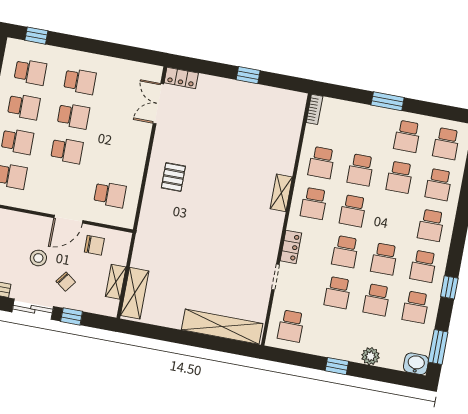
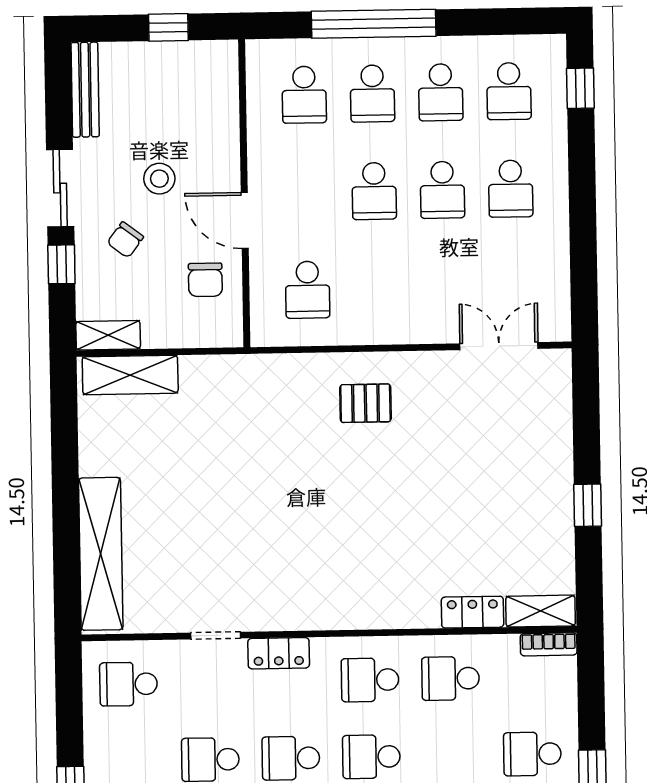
locker: (181, 78) -> (472, 612), moved, turned 90
school desk: (360, 170) -> (532, 754), moved
shelving: (281, 193) -> (541, 611), moved
shelving: (116, 282) -> (108, 335), moved

